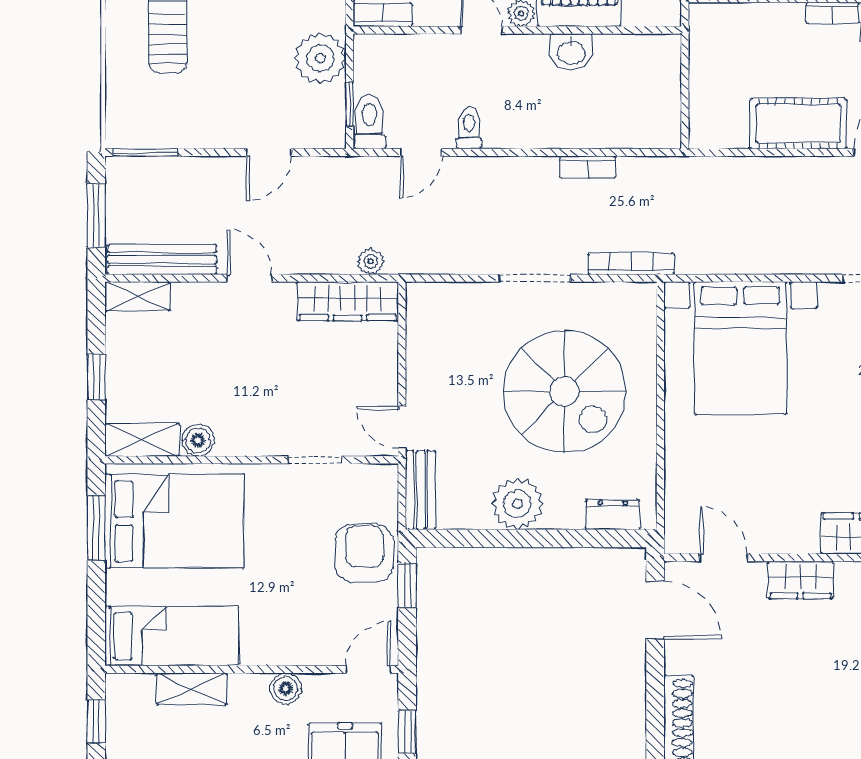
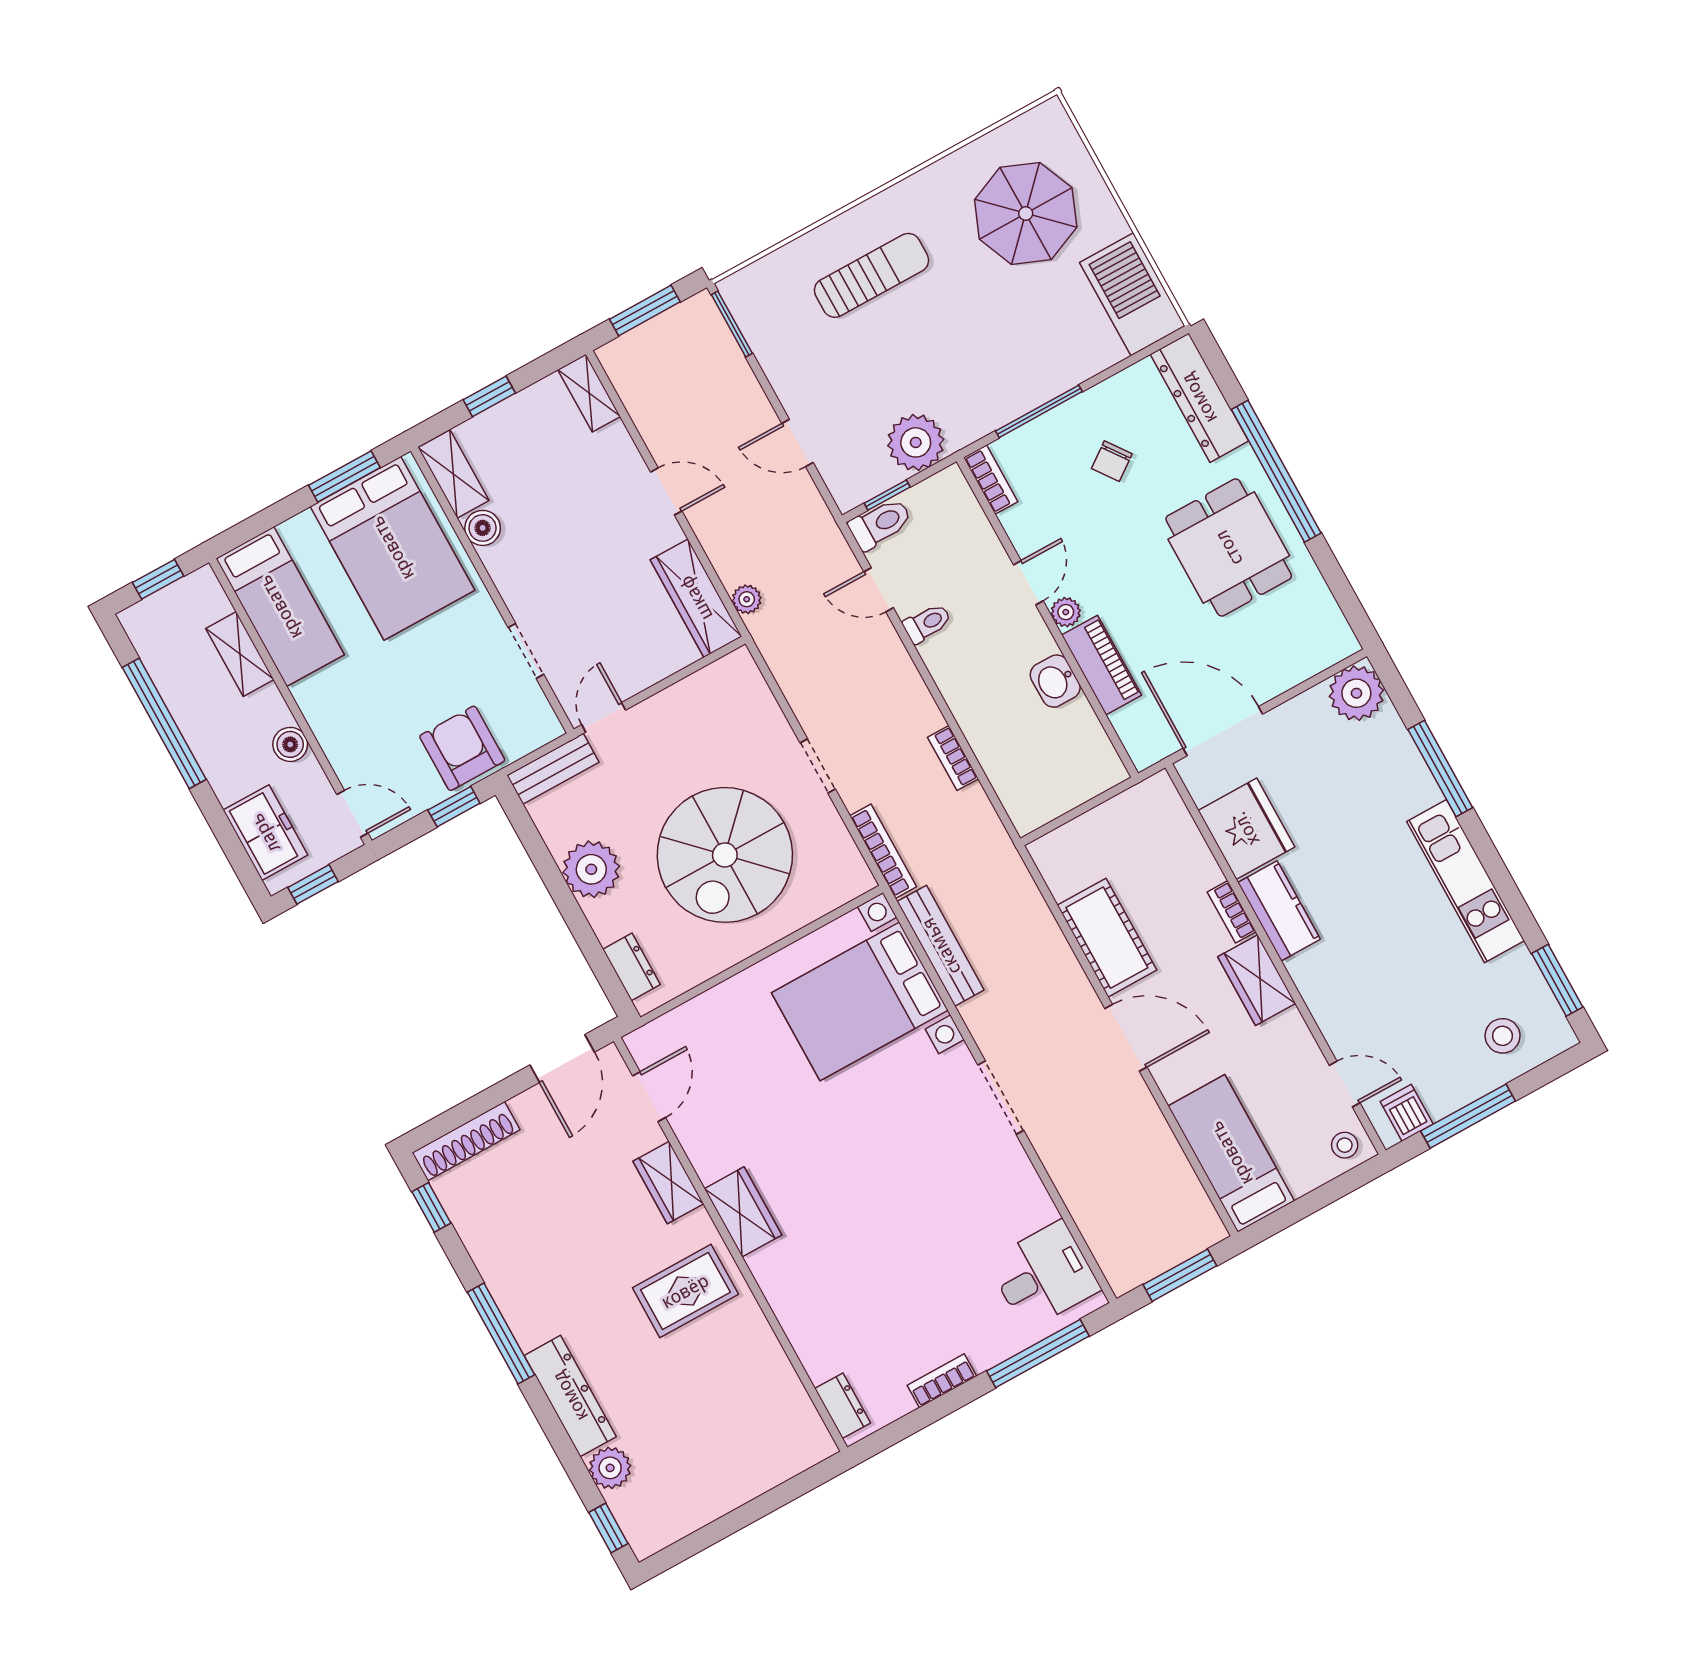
bench: (162, 259) -> (941, 946), moved
door: (250, 278) -> (666, 491), hinge flipped
doorway: (535, 278) -> (818, 766), width x0.73
armchair: (364, 553) -> (462, 748), turned -90

